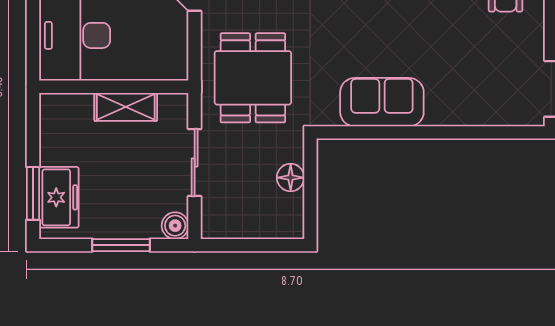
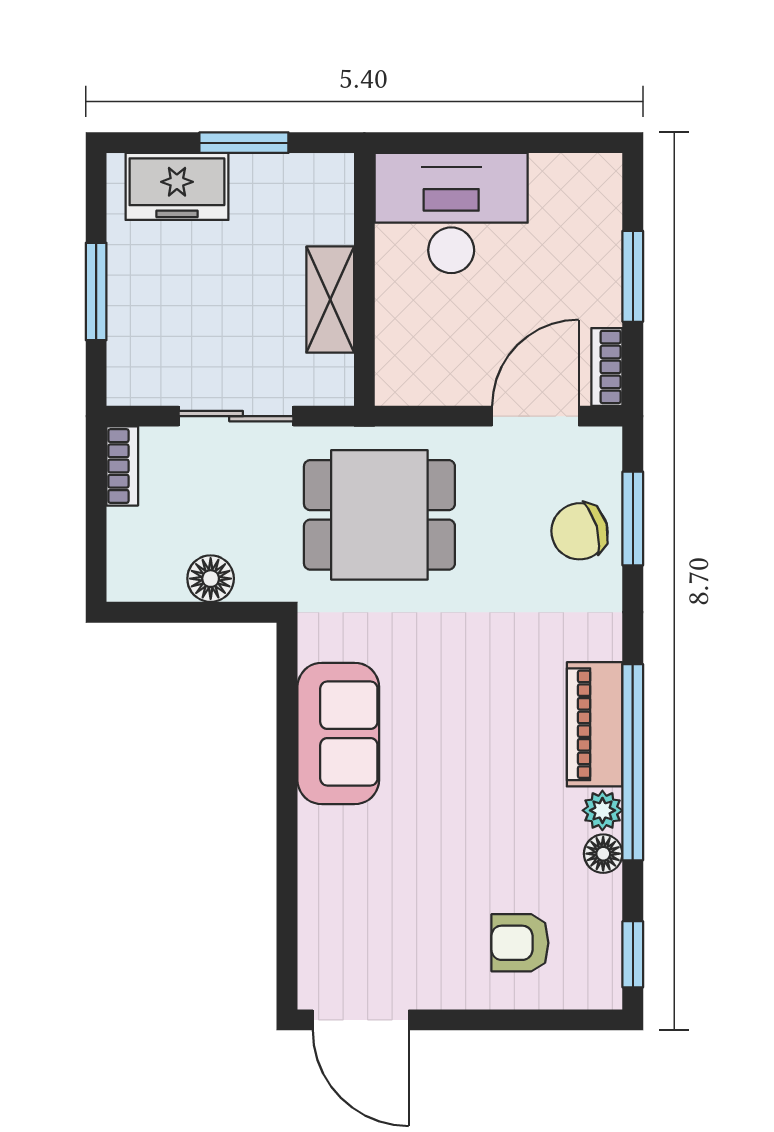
window: (33, 193) -> (244, 143), moved
boiler: (175, 226) -> (129, 383), removed
bookcase: (224, 230) -> (122, 466), added

